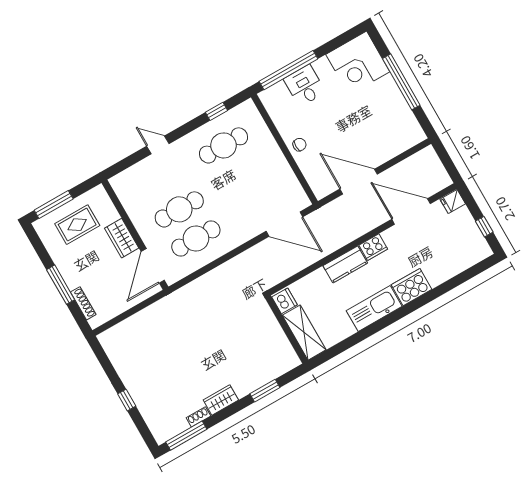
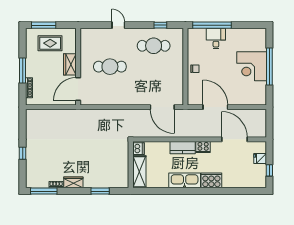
corner desk: (358, 63) -> (252, 66), moved
fridge: (453, 202) -> (260, 158), moved
cafe table: (196, 238) -> (110, 87), removed

